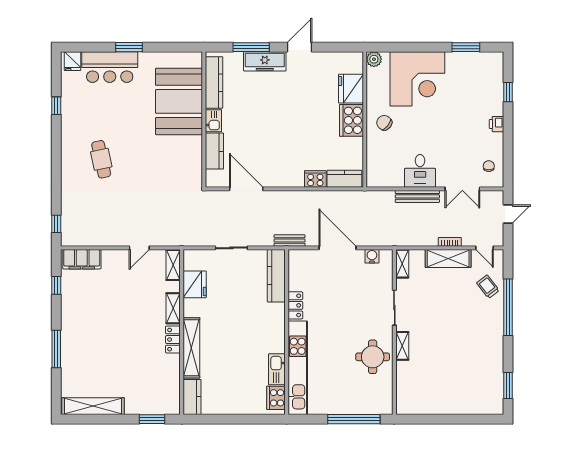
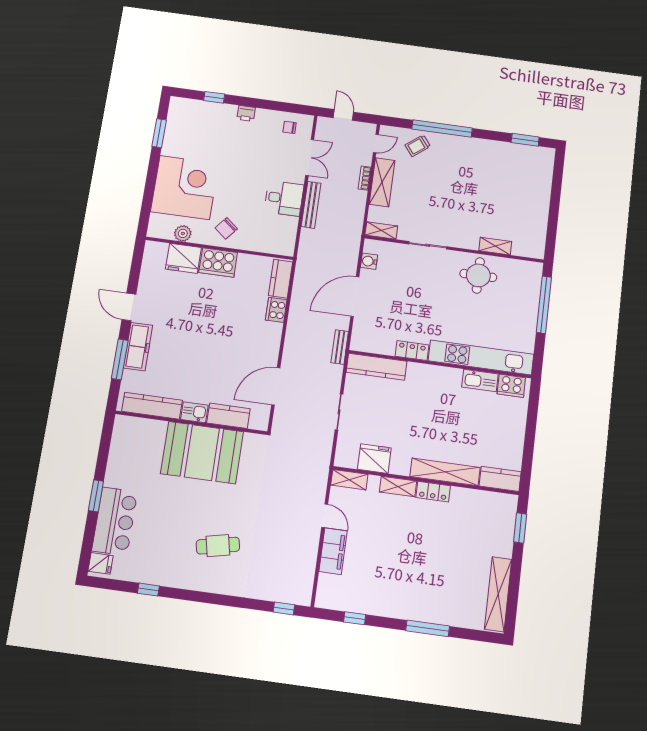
plant: (374, 59) -> (183, 233), moved
booth: (179, 101) -> (202, 453), moved
filing cabinet: (82, 259) -> (333, 551), moved
shelving: (402, 346) -> (495, 246), moved

